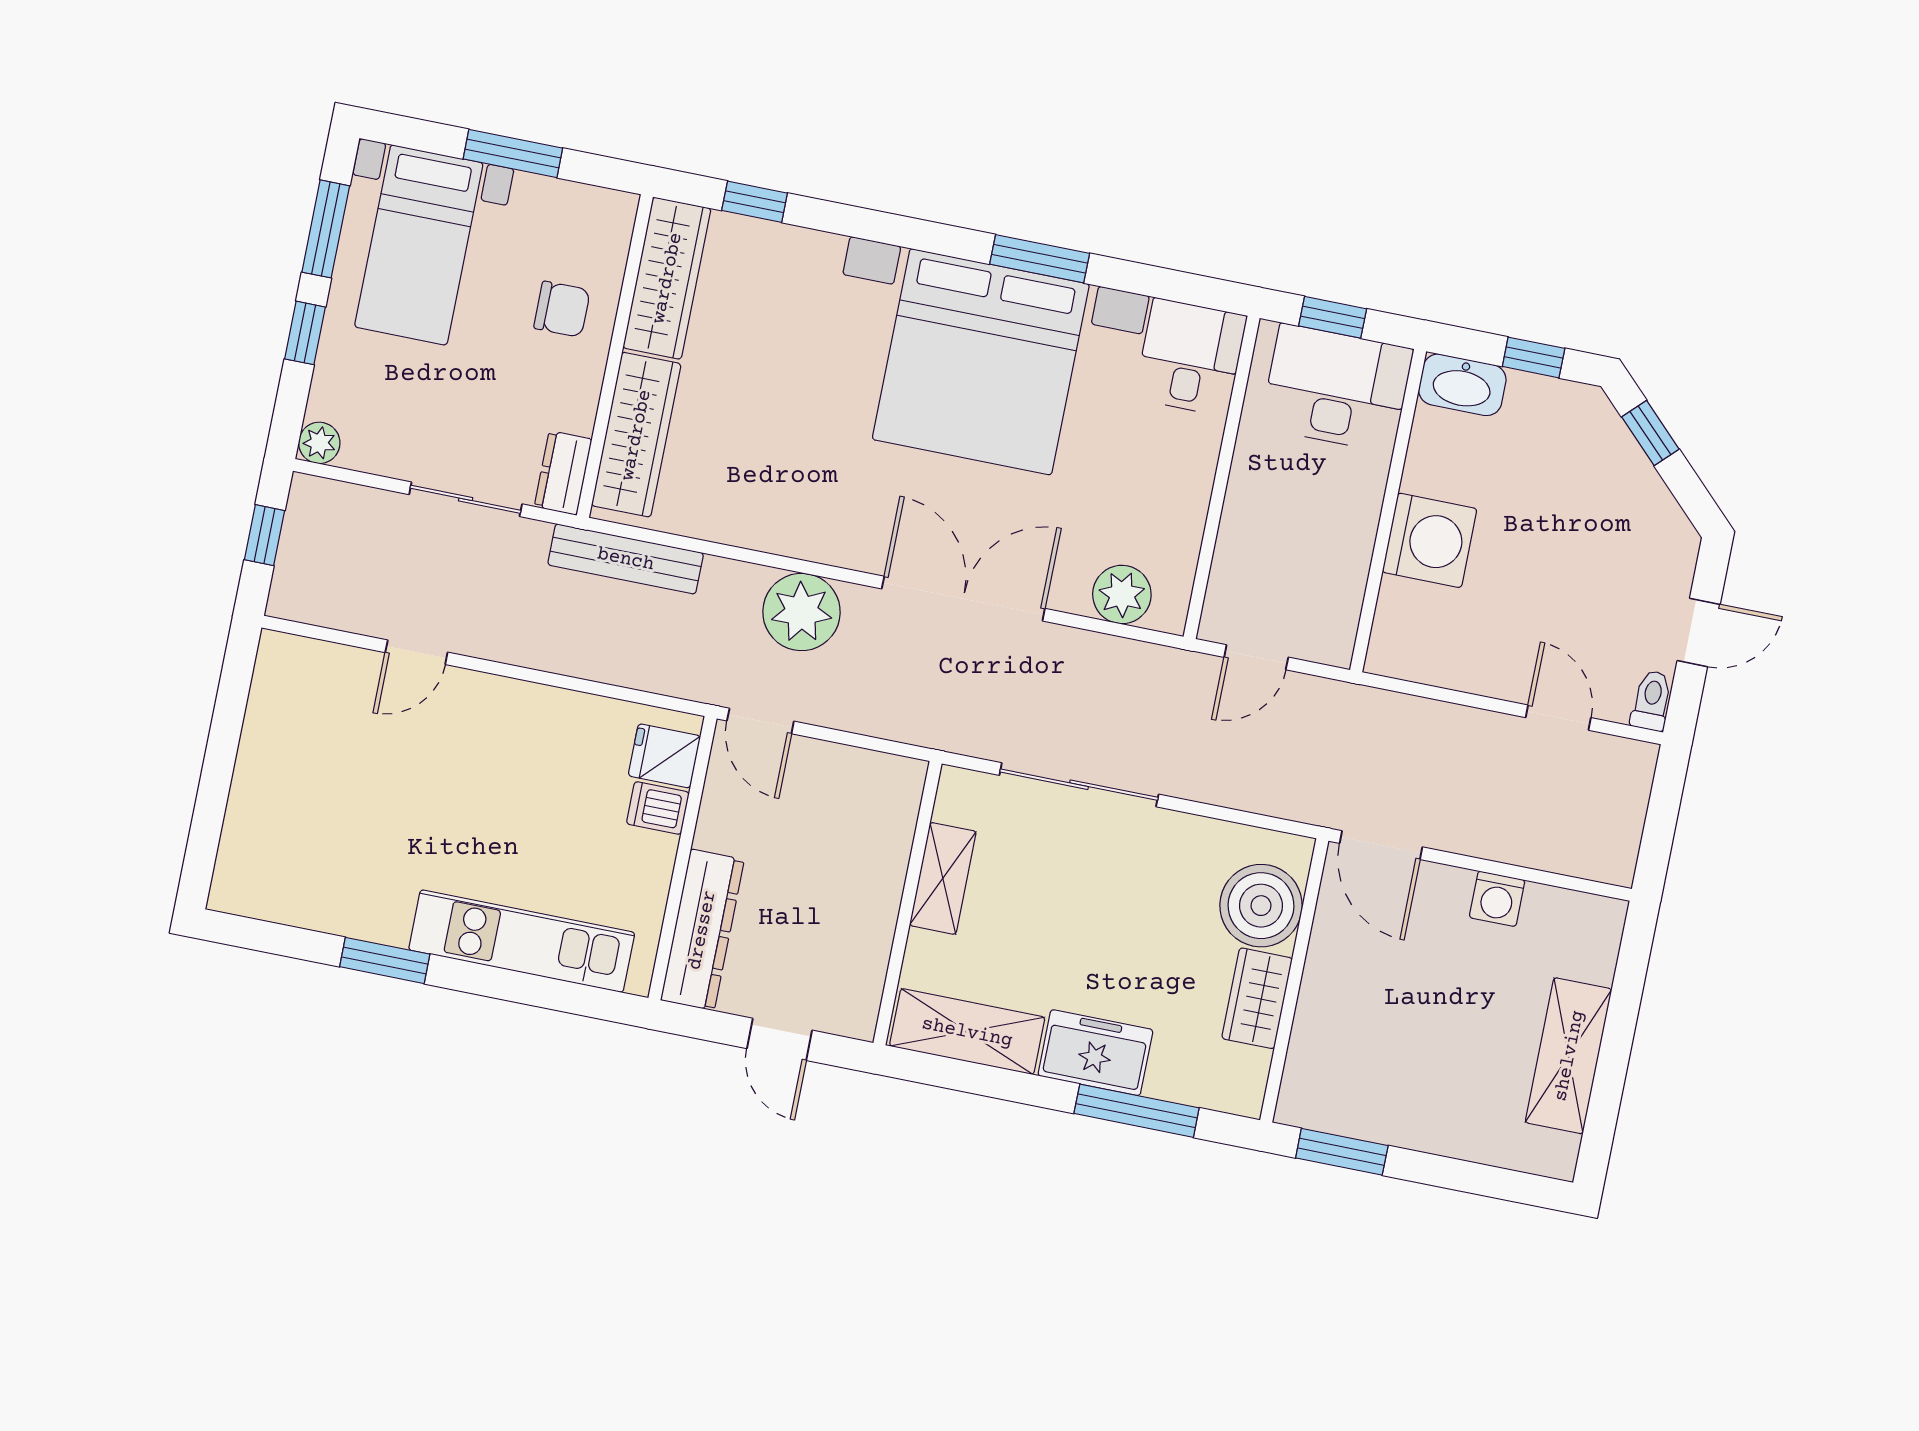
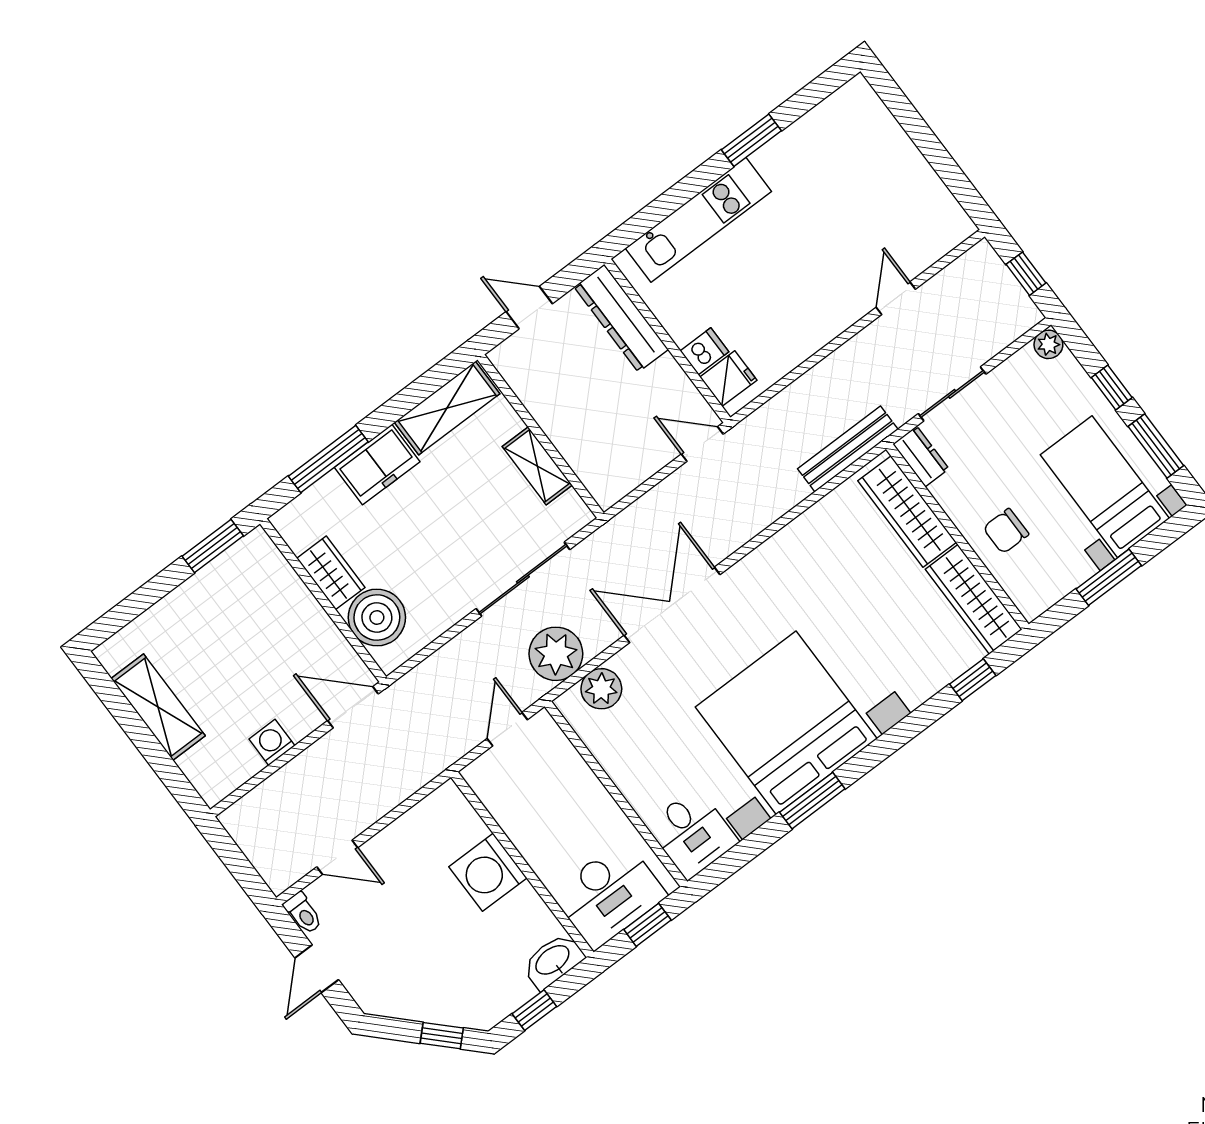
double door: (963, 599) -> (672, 605), swing flipped
plant: (801, 612) -> (556, 654), moved

